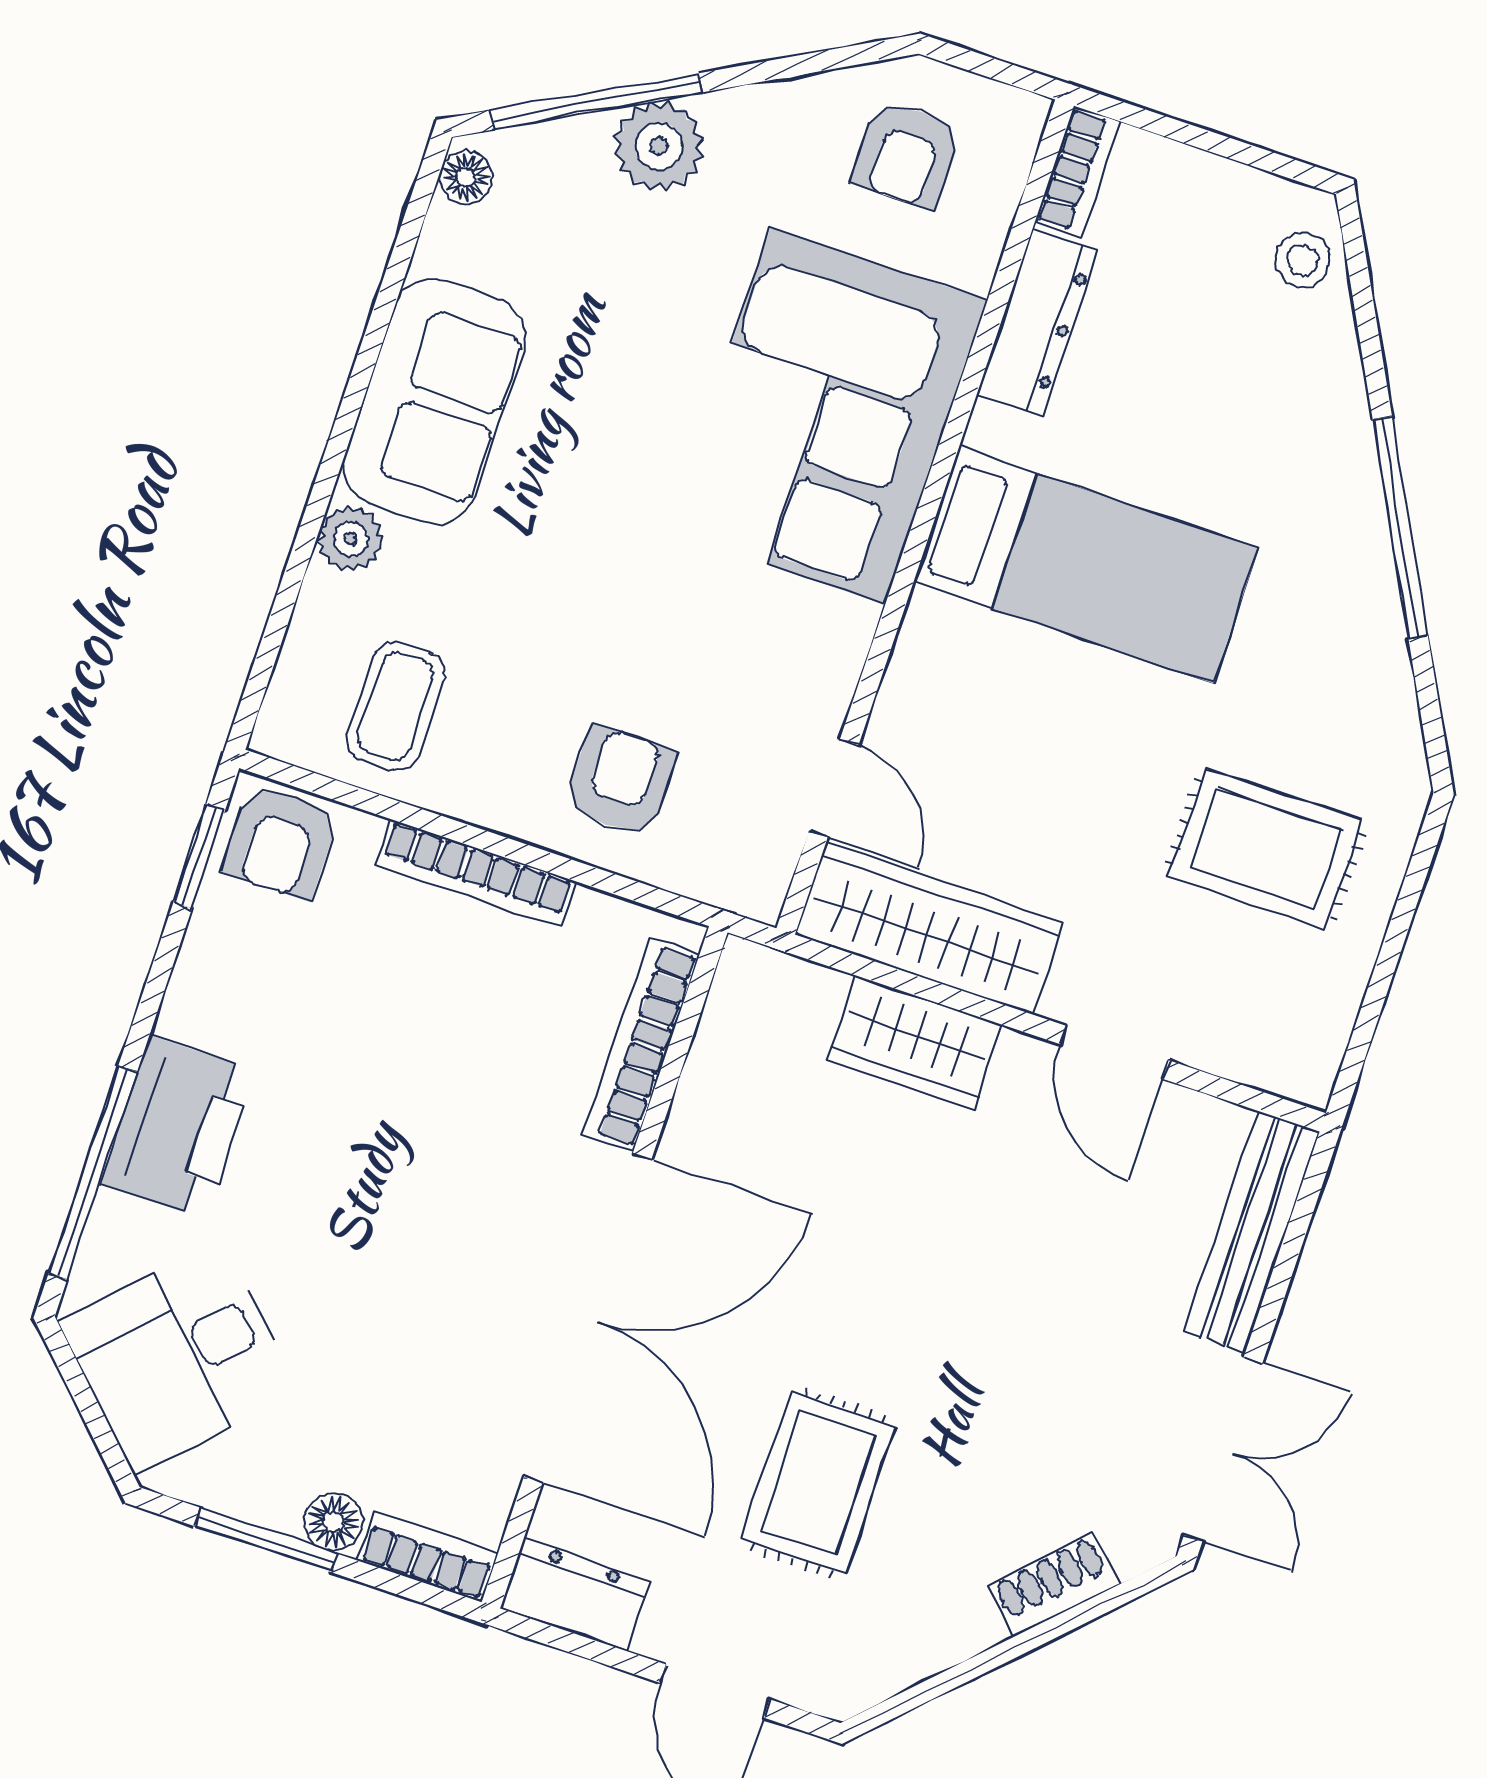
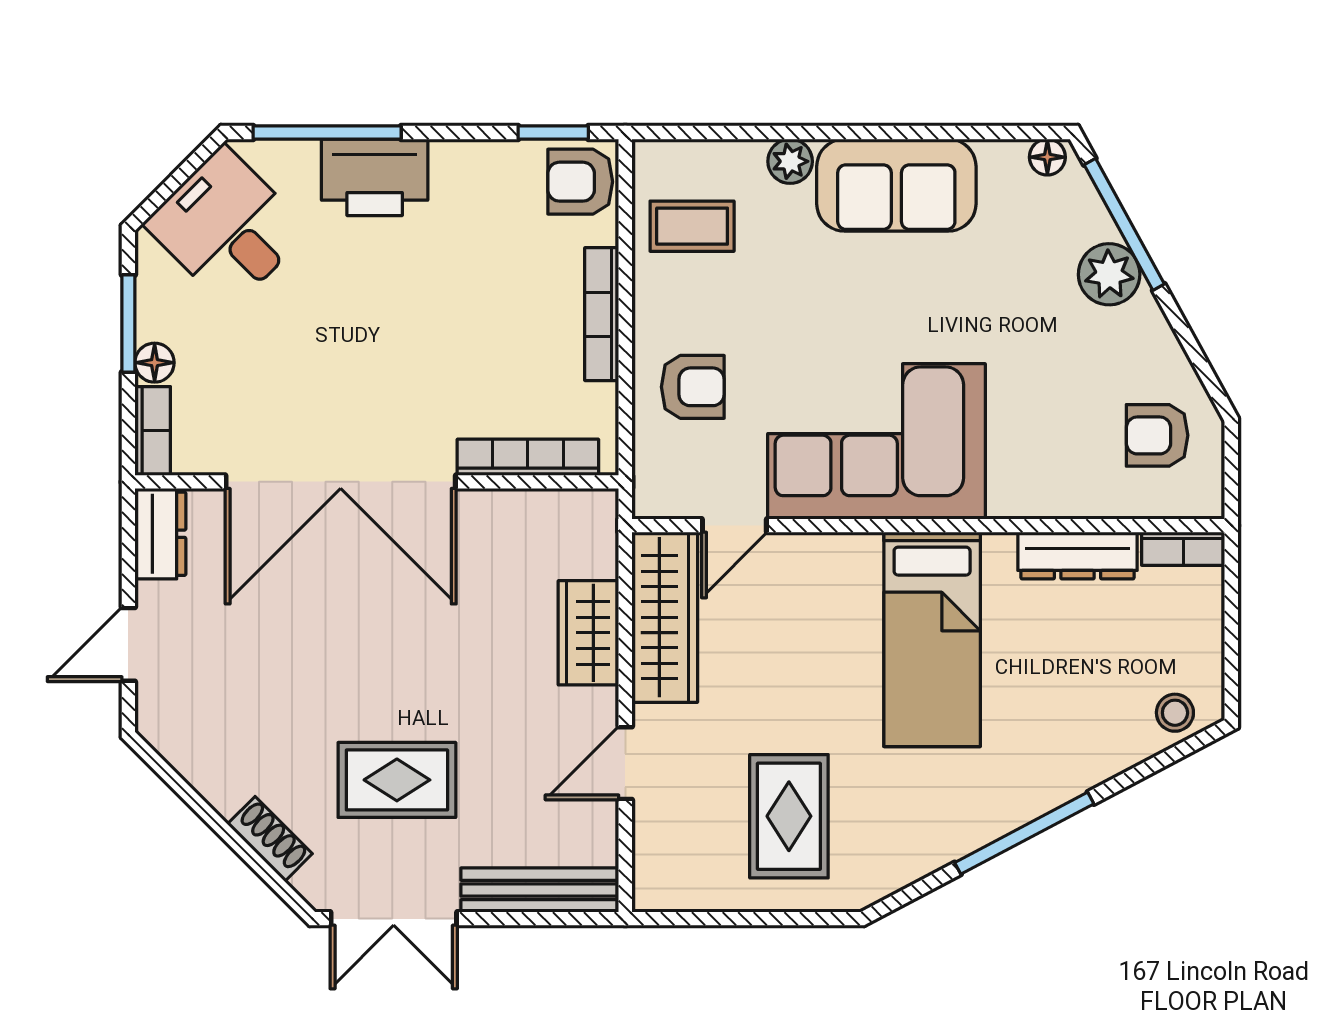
corner sofa: (828, 416) -> (876, 441), moved
rug: (818, 1483) -> (397, 780), moved

